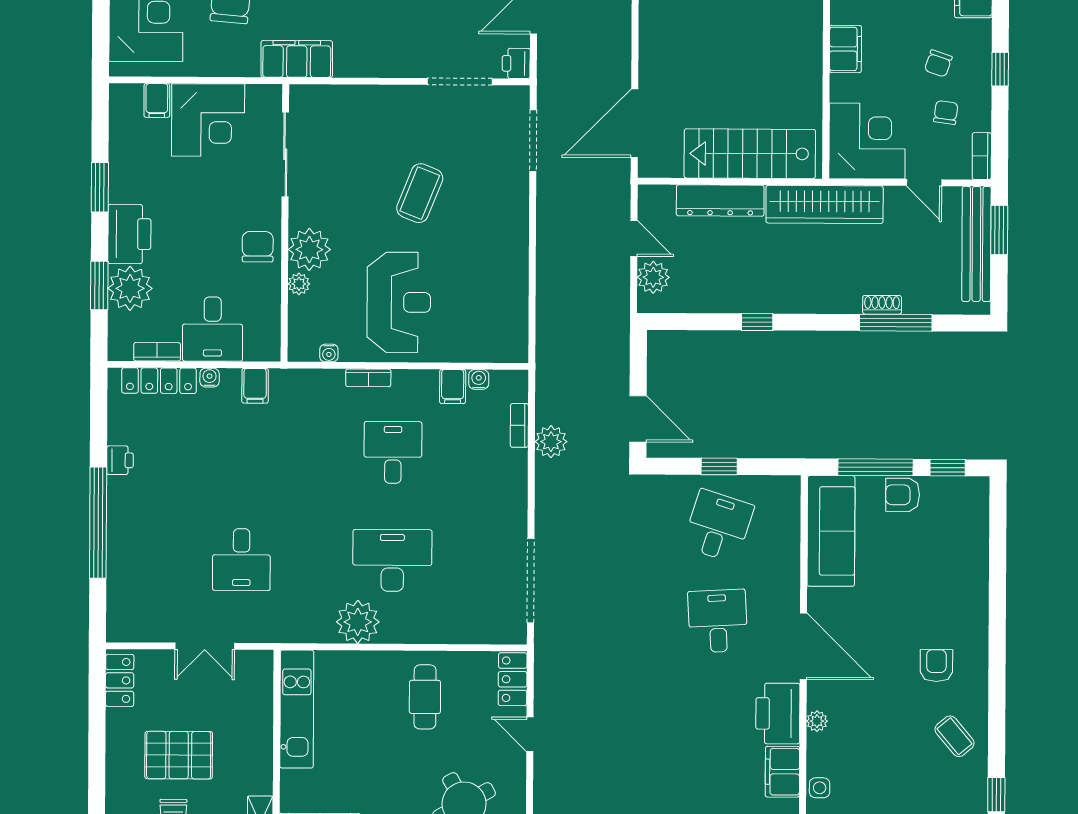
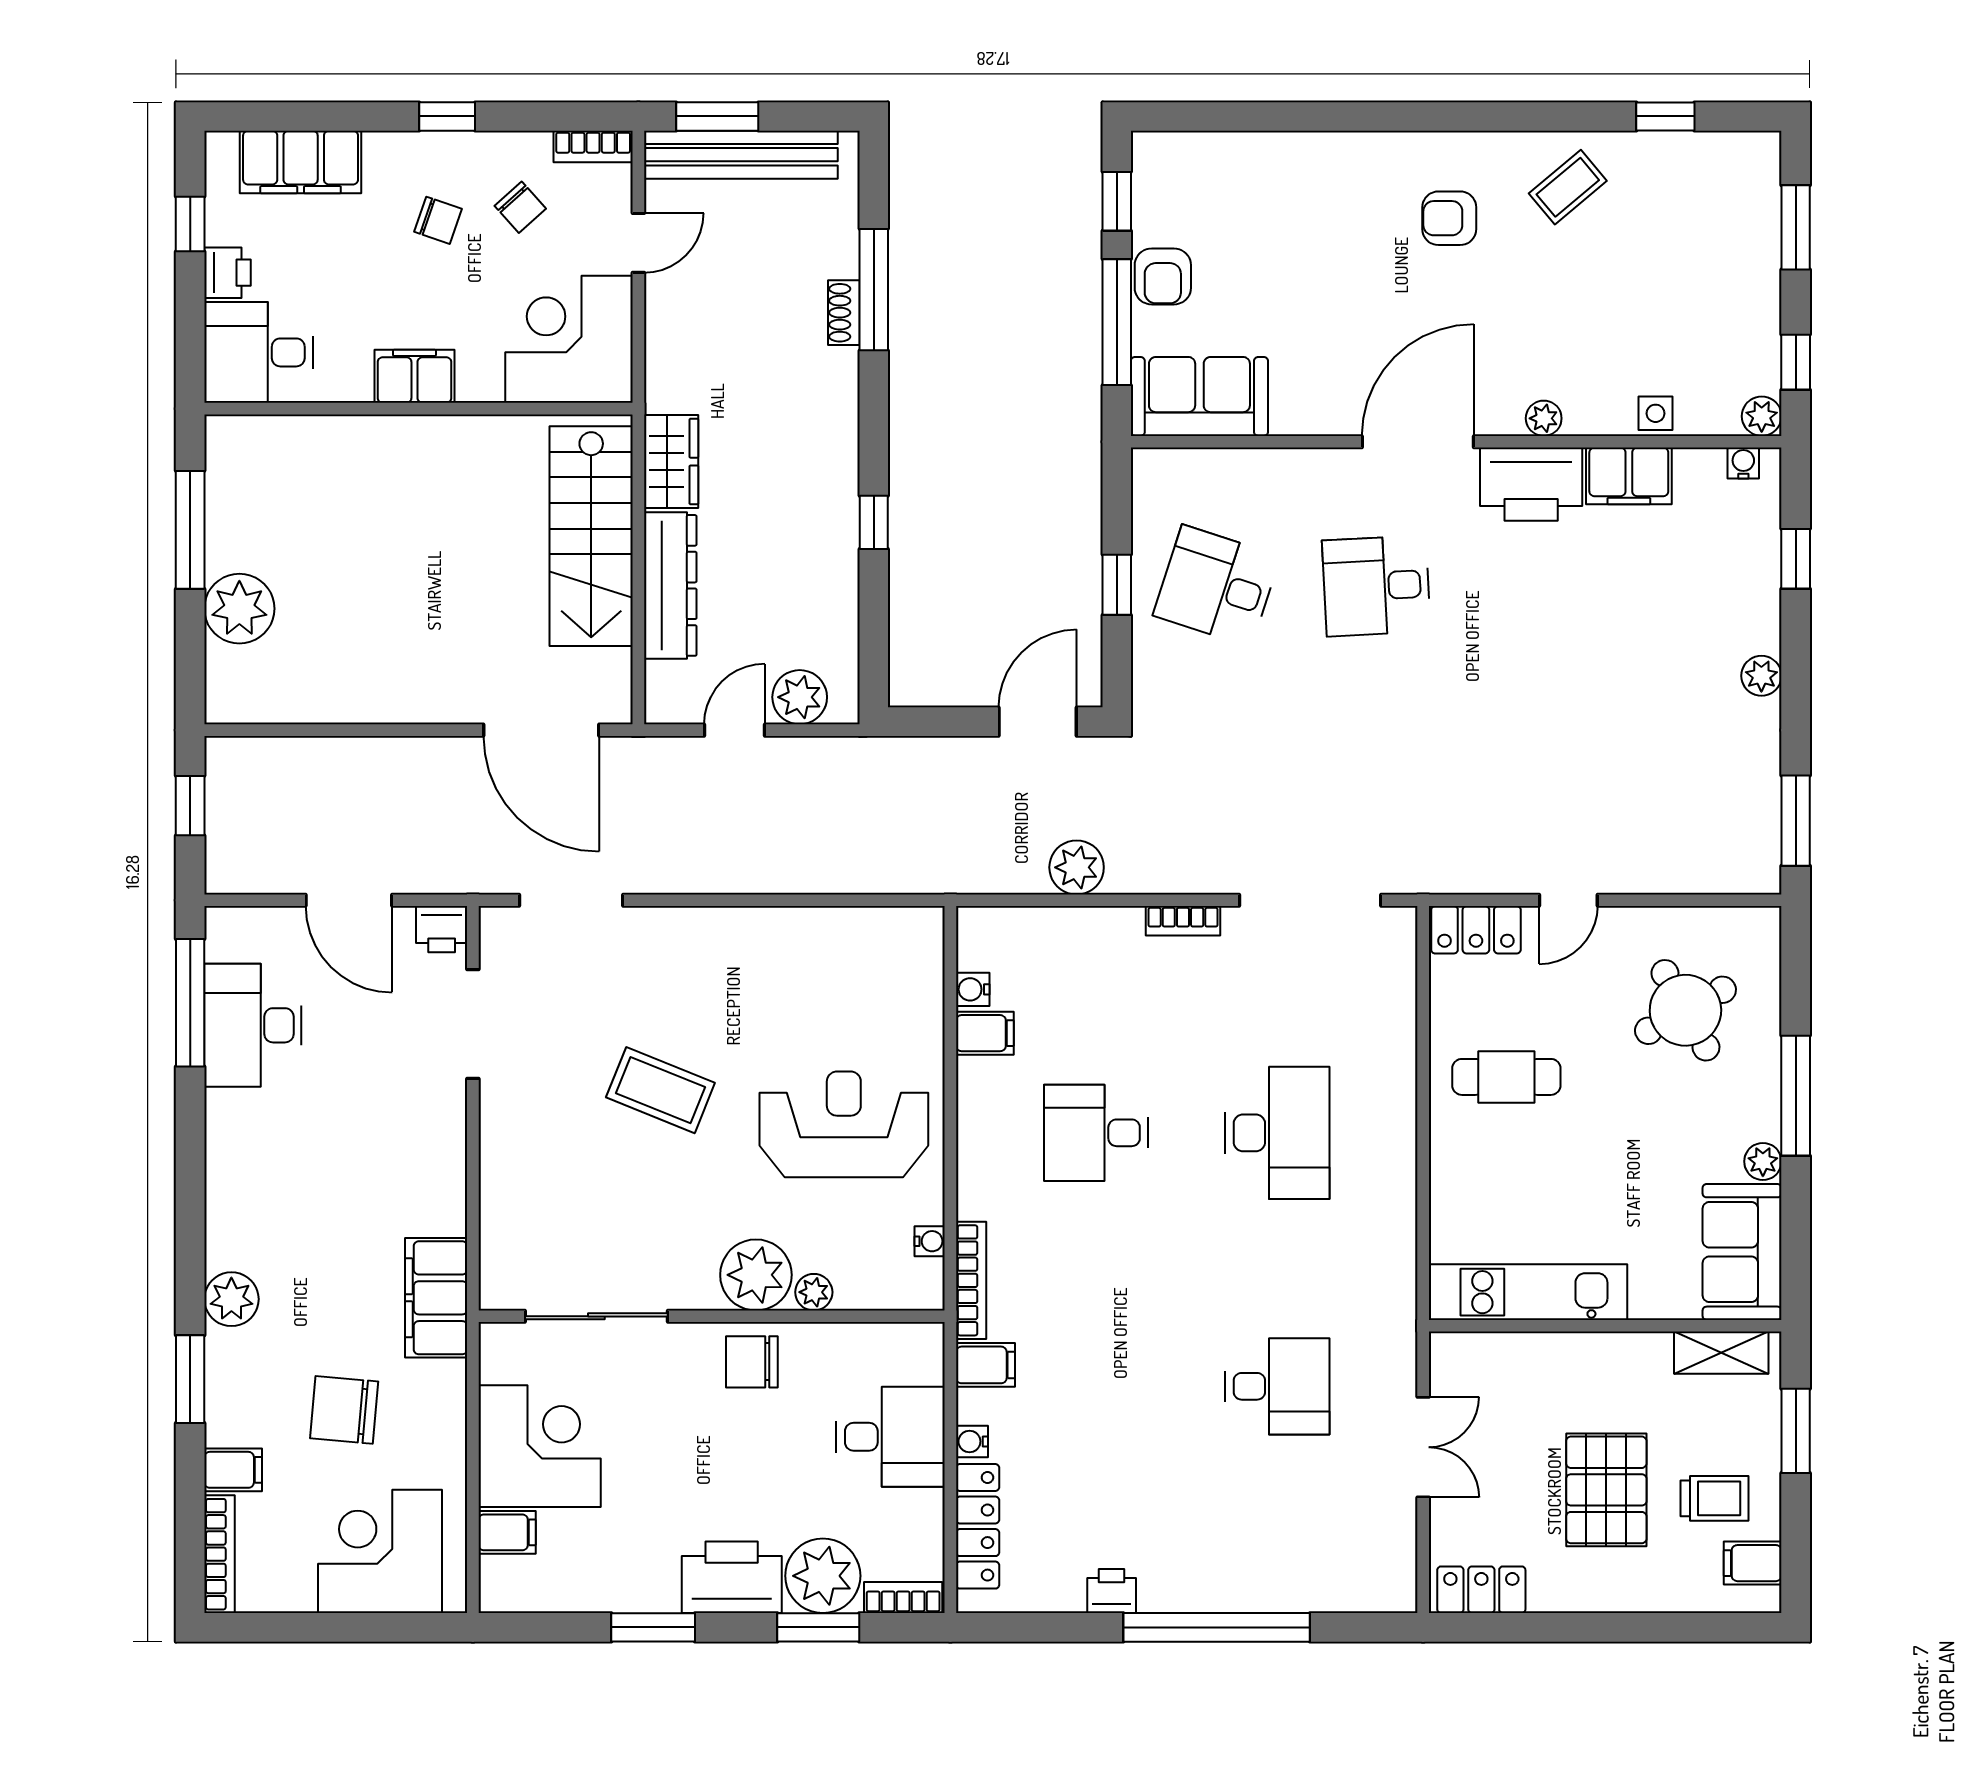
chair: (946, 112) -> (520, 207), turned -140
wardrobe: (825, 204) -> (671, 462), width x0.48, depth x0.85
bookcase: (157, 352) -> (903, 1598), moved, turned 90
bookcase: (368, 378) -> (971, 1280), moved, width x1.56
bookcase: (519, 425) -> (1183, 921), moved
sofa: (831, 531) -> (1199, 396), width x0.73
desk: (392, 560) -> (1277, 1133), turned 180
plant: (358, 622) -> (1381, 1190), removed

